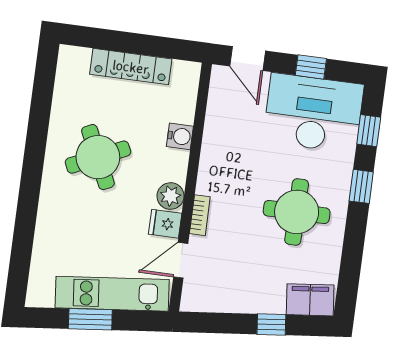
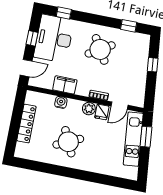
window: (361, 186) -> (129, 26), moved
round table: (297, 212) -> (100, 49), turned -31
door: (181, 260) -> (120, 106), hinge flipped
filing cabinet: (310, 300) -> (65, 85), moved, turned 96
window: (90, 319) -> (146, 137), moved

